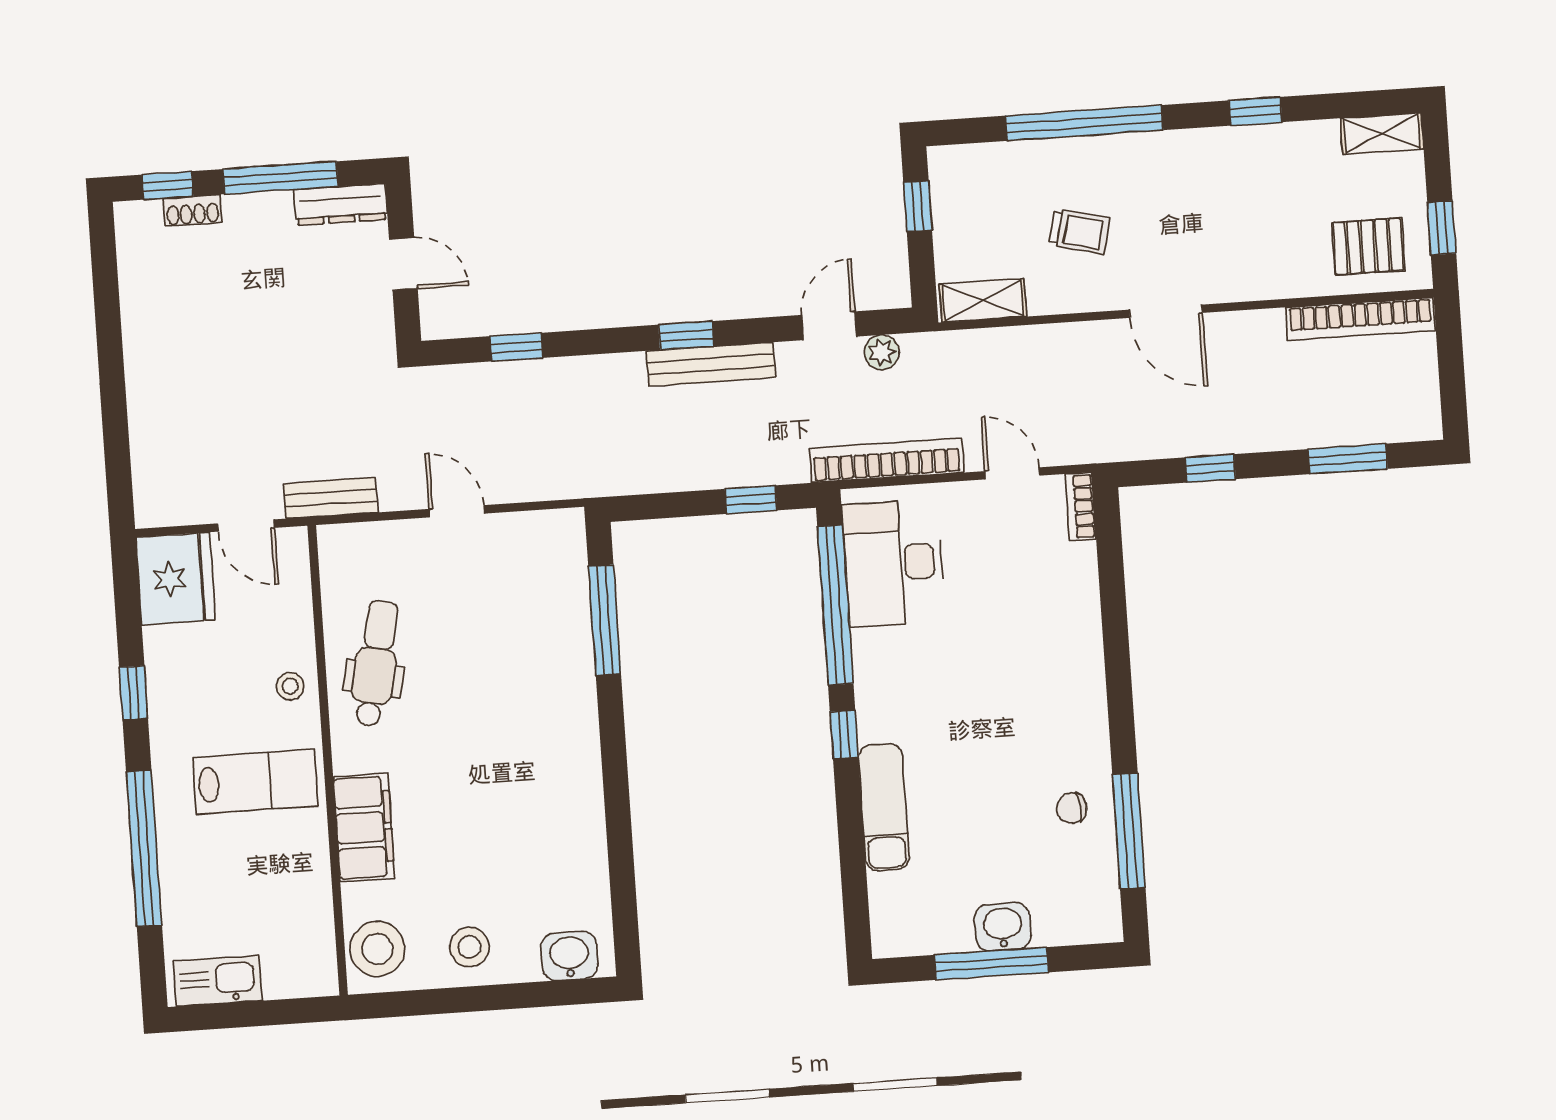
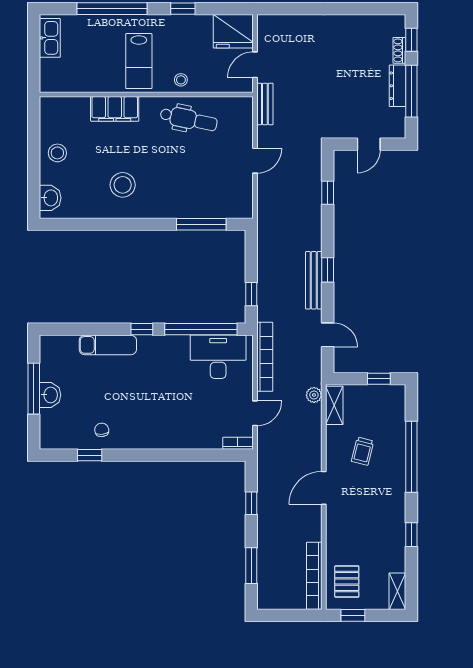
dresser: (341, 204) -> (398, 86), moved
plant: (882, 352) -> (314, 395), moved
window: (1129, 831) -> (90, 455), width x0.46
stool: (377, 949) -> (123, 185), moved

